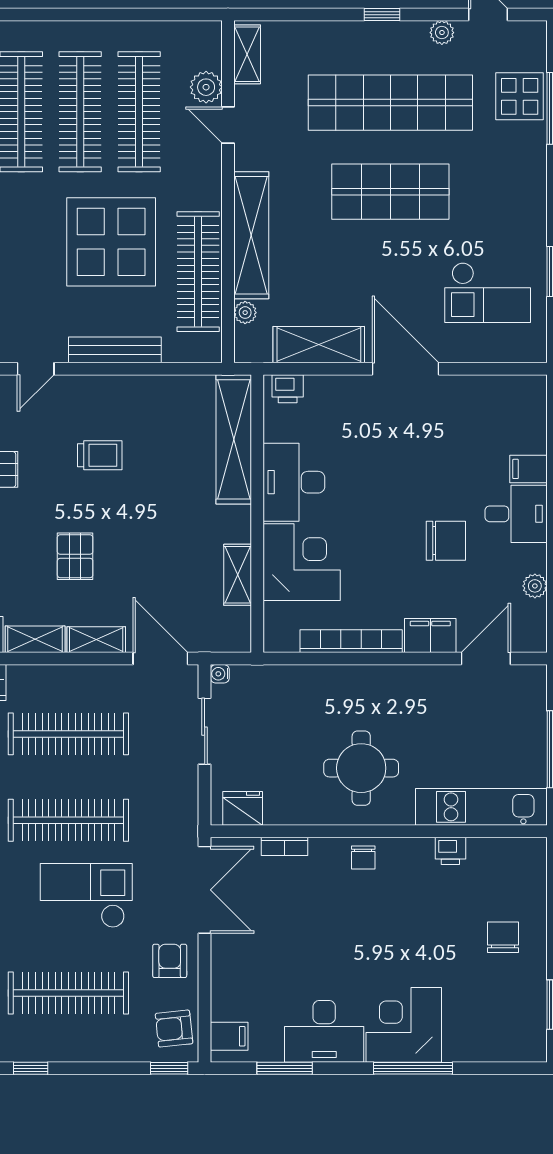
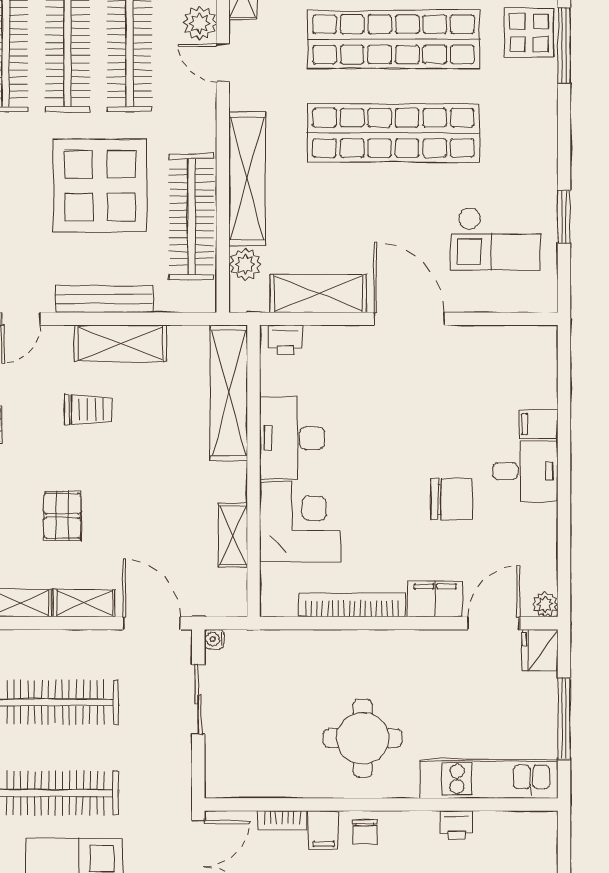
shop shelf: (390, 192) -> (393, 133), width x1.40
plant: (245, 313) -> (245, 264), width x1.38, depth x1.38
shelving: (130, 392) -> (120, 343), added
plant: (535, 586) -> (545, 604), moved
fridge: (243, 808) -> (540, 650), moved, turned -90
filing cabinet: (324, 856) -> (324, 830), added

